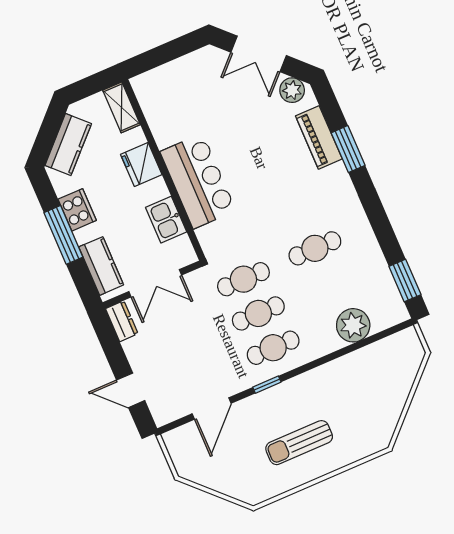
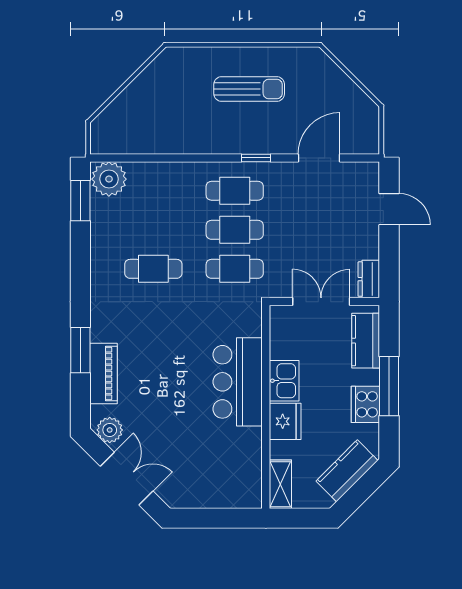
kitchen sink: (166, 220) -> (284, 381), moved
plant: (353, 325) -> (109, 179), moved

